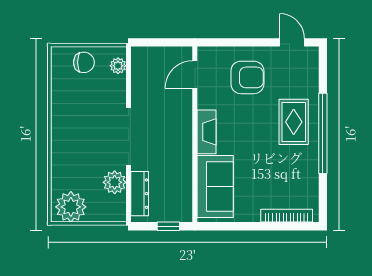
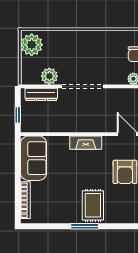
rug: (294, 122) -> (93, 205), turned 90
window: (323, 133) -> (85, 226), width x0.47
sofa: (215, 187) -> (34, 158), moved, turned -90

